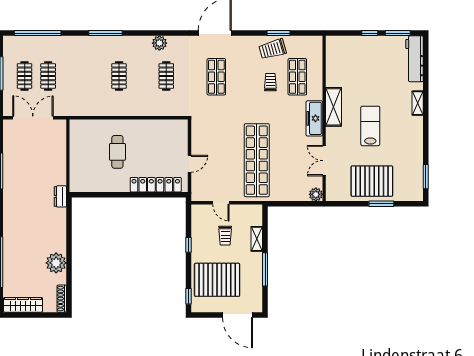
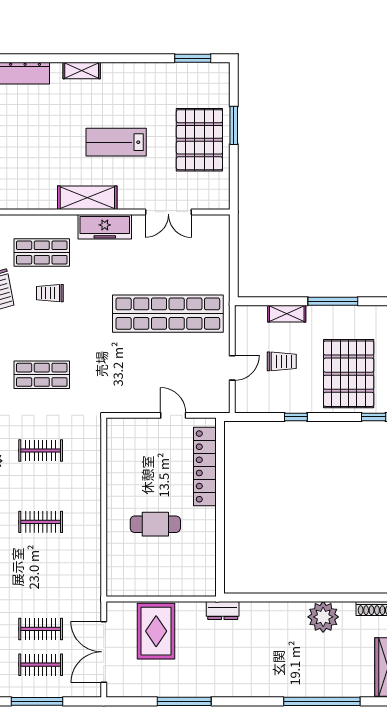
rug: (47, 152) -> (156, 631), added
plant: (316, 194) -> (220, 224), removed

